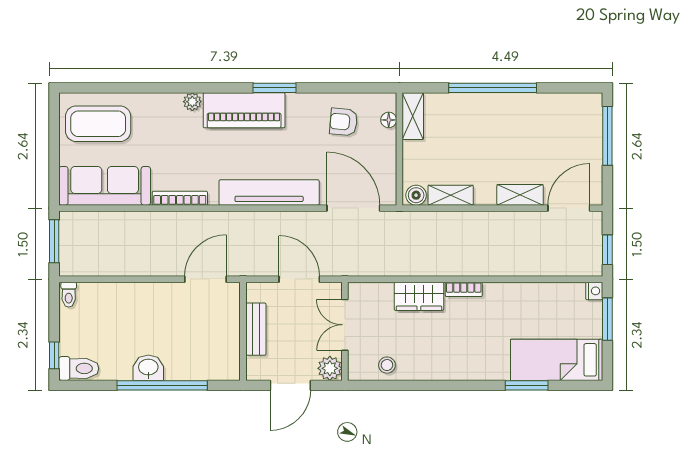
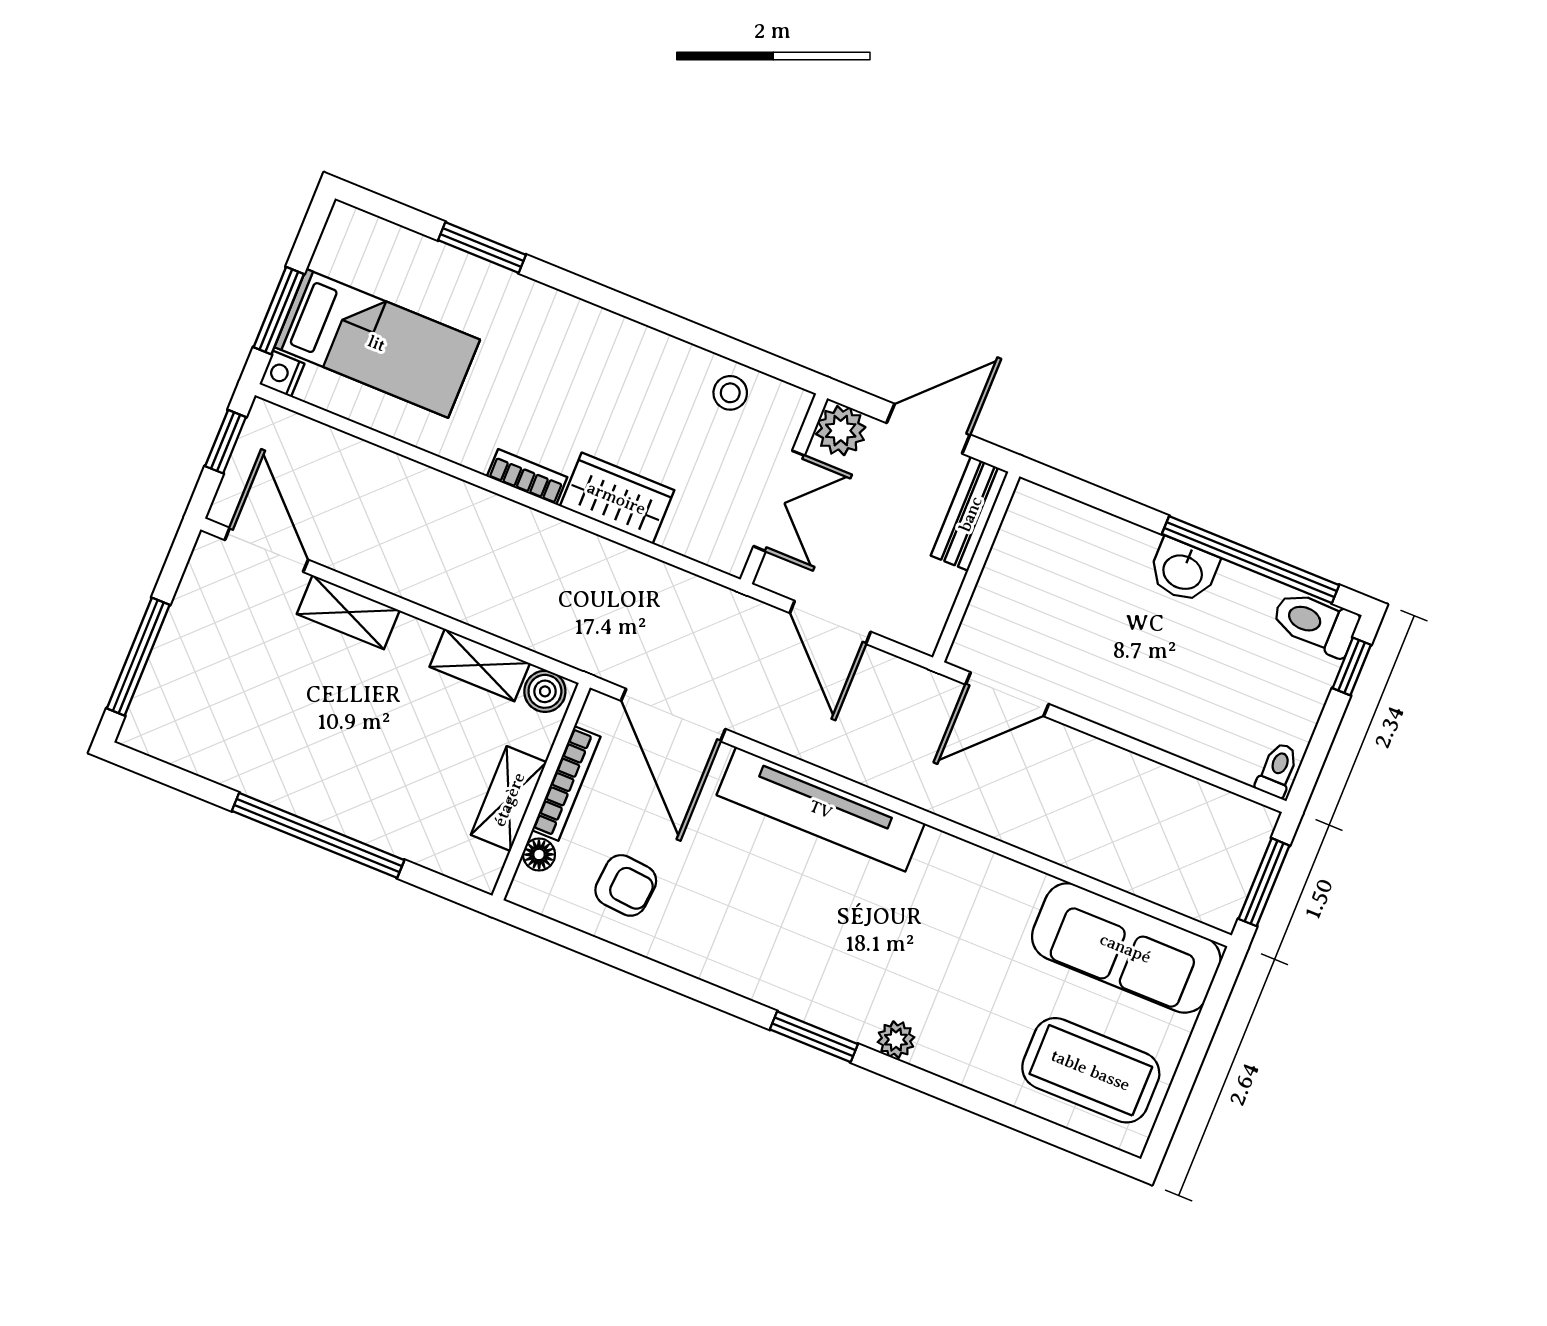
window: (274, 88) -> (814, 1037), moved
piano: (244, 110) -> (805, 984), removed
shelving: (413, 116) -> (509, 799), moved
bookcase: (180, 198) -> (566, 783), moved, turned -90
door: (569, 208) -> (266, 550), swing flipped
bench: (256, 329) -> (970, 514), moved
bed: (557, 360) -> (377, 343), moved
window: (162, 385) -> (1251, 560), moved

